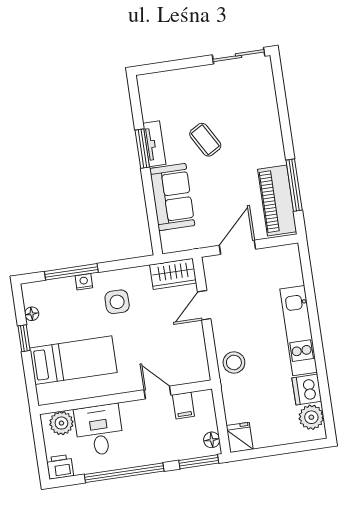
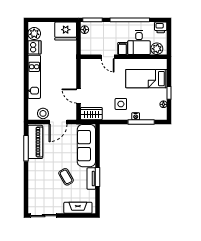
fireplace: (172, 81) -> (78, 208), added
sofa: (172, 197) -> (86, 146), width x1.36
door: (204, 305) -> (79, 96), swing flipped
stool: (234, 363) -> (43, 113), moved
filing cabinet: (183, 406) -> (122, 48), moved
fridge: (240, 437) -> (66, 31), width x1.88, depth x1.34

